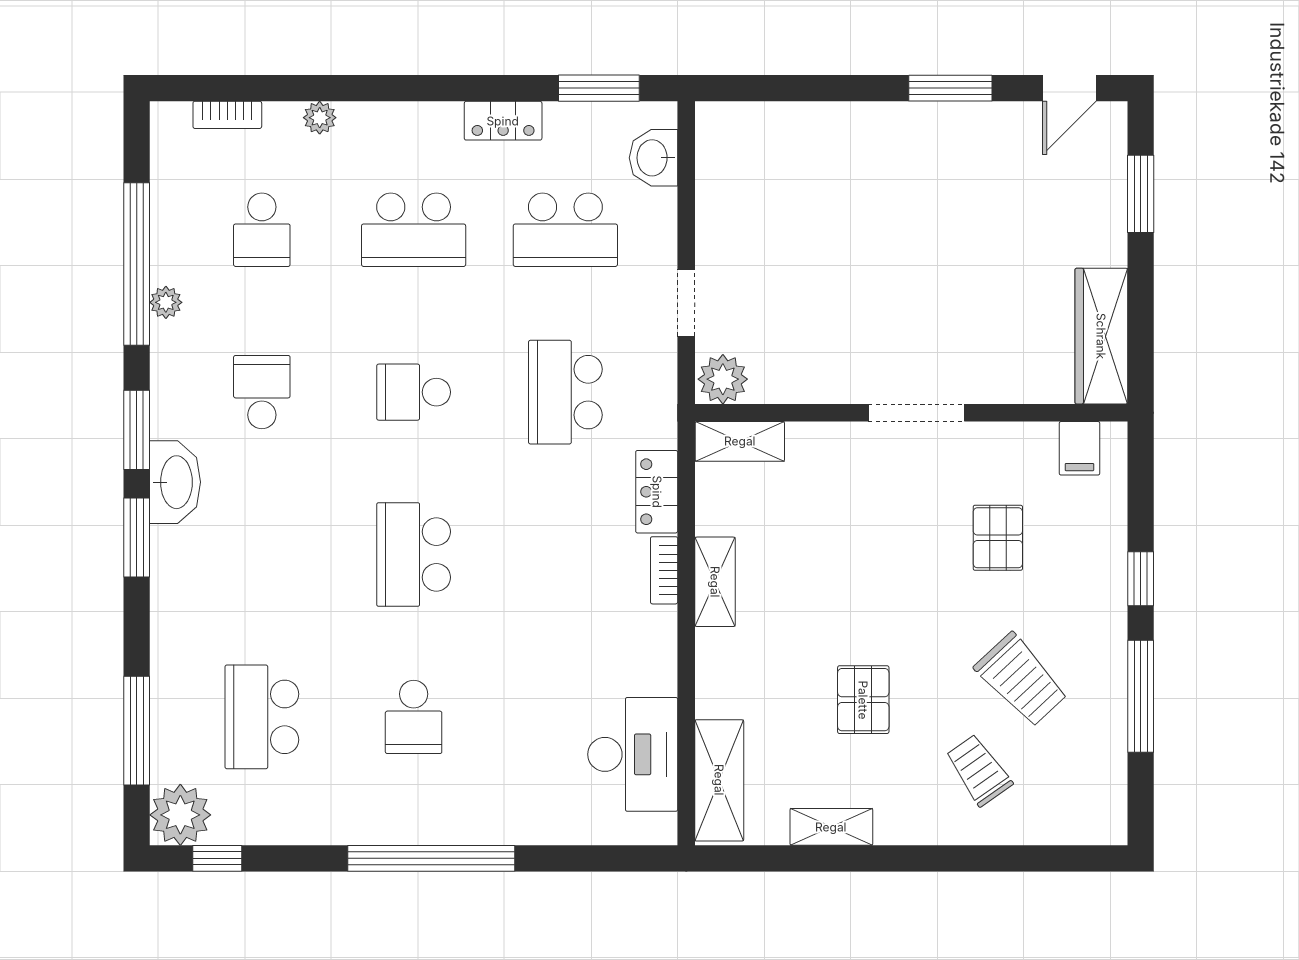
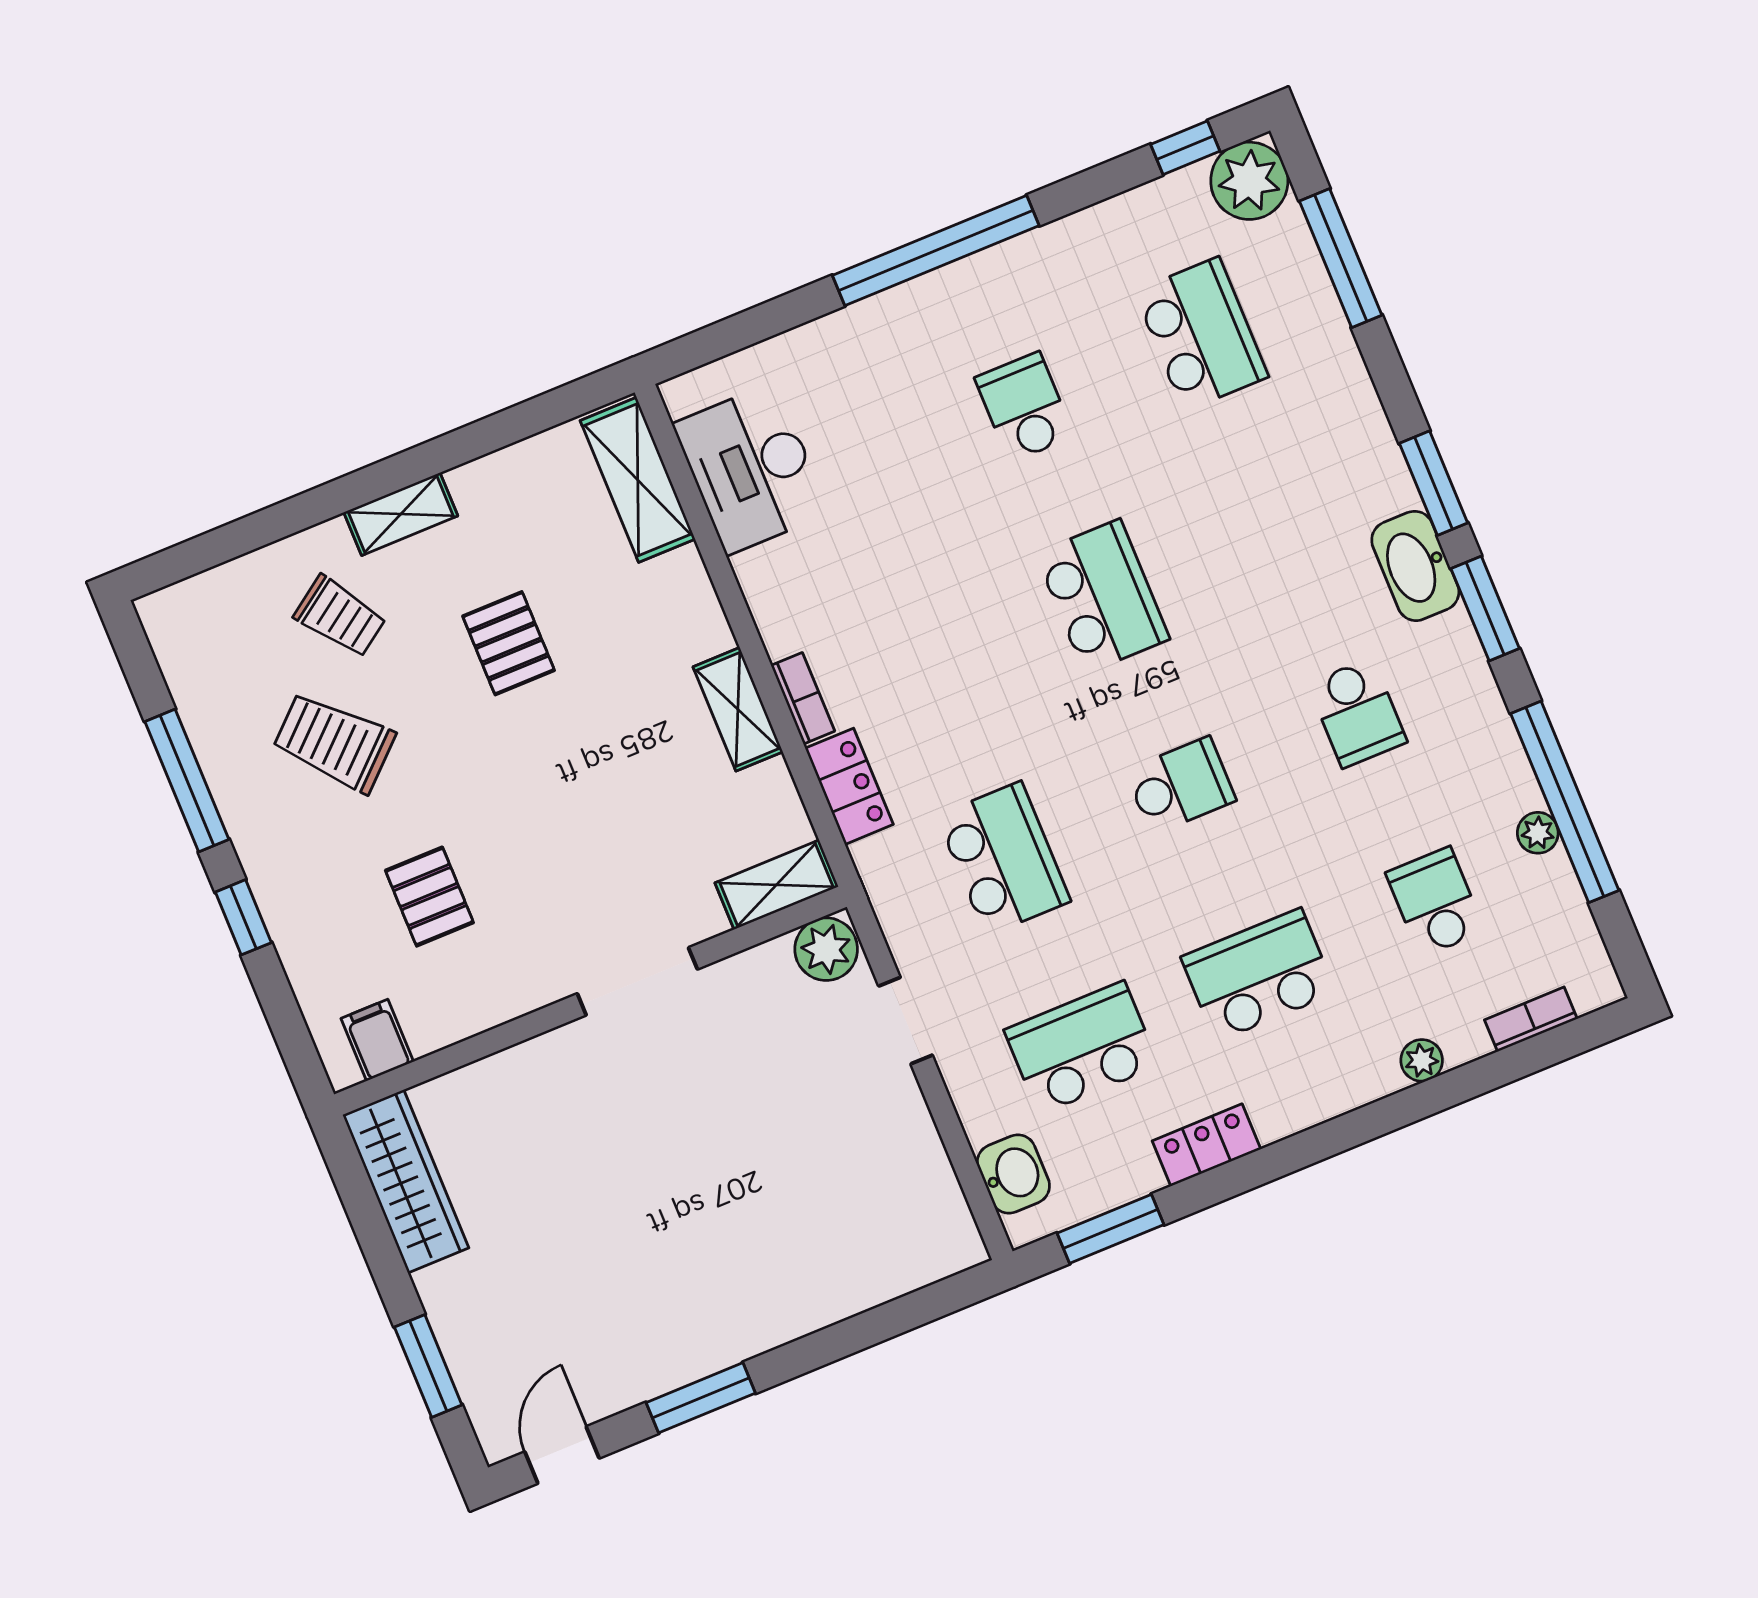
plant: (166, 302) -> (1538, 833), moved
doorway: (916, 413) -> (637, 981), moved
shelving: (831, 827) -> (401, 514), moved

